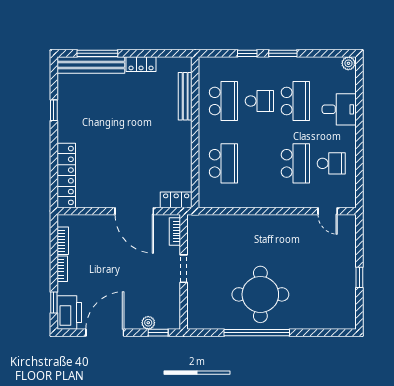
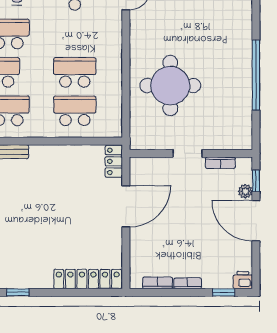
school desk: (295, 163) -> (75, 72), moved
bookcase: (175, 232) -> (220, 163), moved
round table: (260, 294) -> (170, 86), moved
printer: (69, 312) -> (243, 280), width x0.53, depth x0.68
door: (105, 333) -> (256, 221), moved

